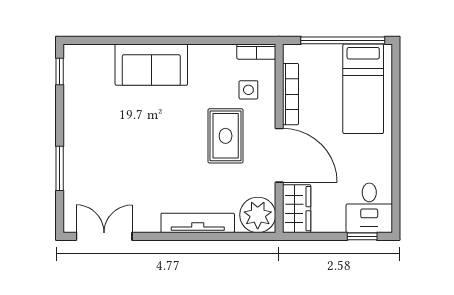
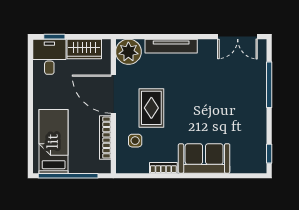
bookcase: (256, 52) -> (163, 168), moved
window: (60, 168) -> (269, 85), width x1.44
wardrobe: (297, 209) -> (84, 49), moved, turned -90

